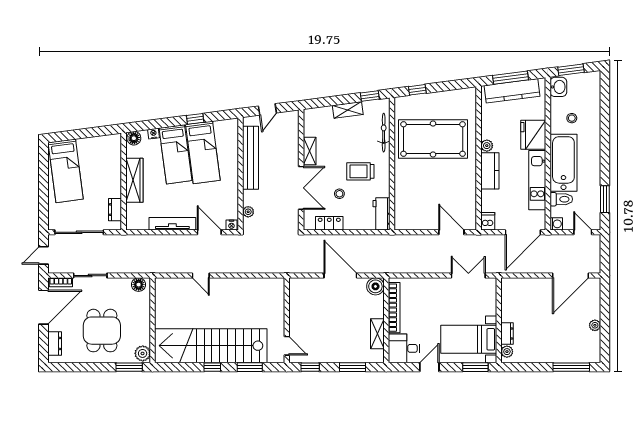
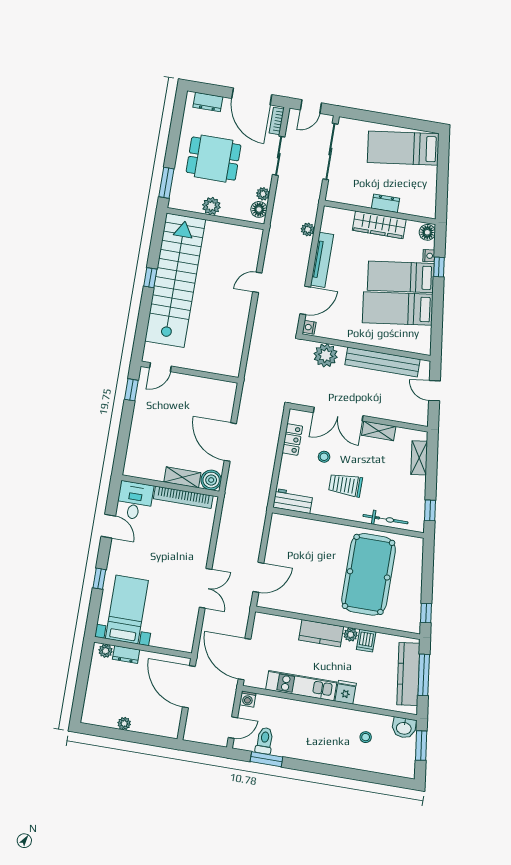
window: (417, 90) -> (426, 613), moved
shelving: (348, 110) -> (419, 458), moved
window: (195, 119) -> (439, 267), moved
fridge: (533, 135) -> (346, 692), width x0.53, depth x0.75
bathtub: (563, 163) -> (316, 719), removed
trolley: (360, 171) -> (346, 485), turned -90
toilet: (561, 199) -> (264, 741), moved, turned 180
dresser: (115, 210) -> (385, 203), moved
plant: (248, 212) -> (326, 355), width x1.88, depth x1.88
dishwasher: (488, 221) -> (366, 641), moved, turned 90
plant: (149, 240) -> (308, 230), added
door: (44, 255) -> (311, 106), swing flipped
door: (340, 276) -> (230, 442), swing flipped
door: (570, 276) -> (189, 687), moved
plant: (125, 283) -> (263, 194), added
wall: (499, 320) -> (143, 648), moved
shelving: (377, 334) -> (182, 477), moved
dresser: (507, 334) -> (126, 654), moved
bed with nightstands: (469, 339) -> (127, 610), moved
plant: (507, 352) -> (106, 651), moved
plant: (143, 353) -> (211, 206), moved
window: (250, 367) -> (143, 321), removed
window: (353, 367) -> (123, 438), removed
window: (475, 367) -> (99, 579), width x0.67
window: (571, 367) -> (81, 688), removed

